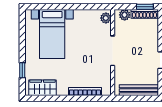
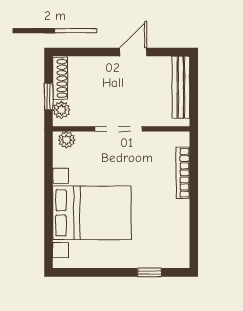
window: (145, 7) -> (49, 97), moved
bed with nightstands: (52, 34) -> (92, 213), width x1.36
wardrobe: (42, 88) -> (177, 240), removed

